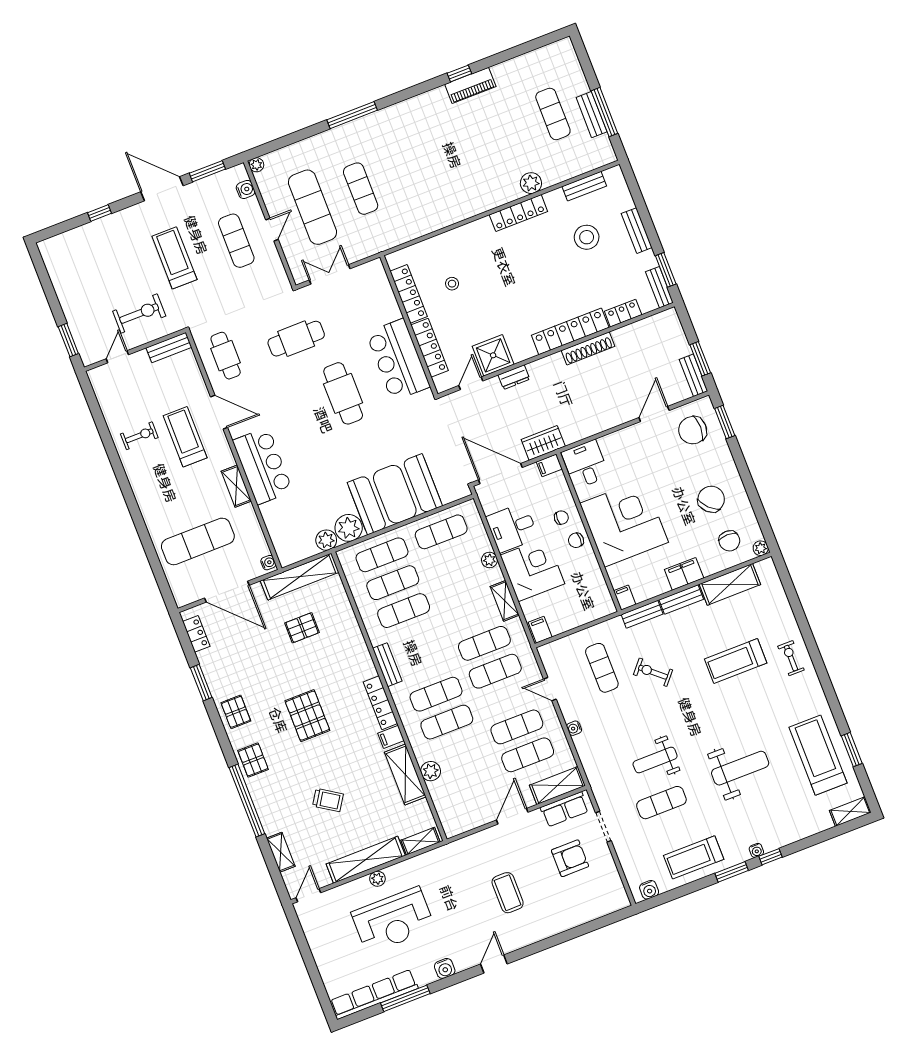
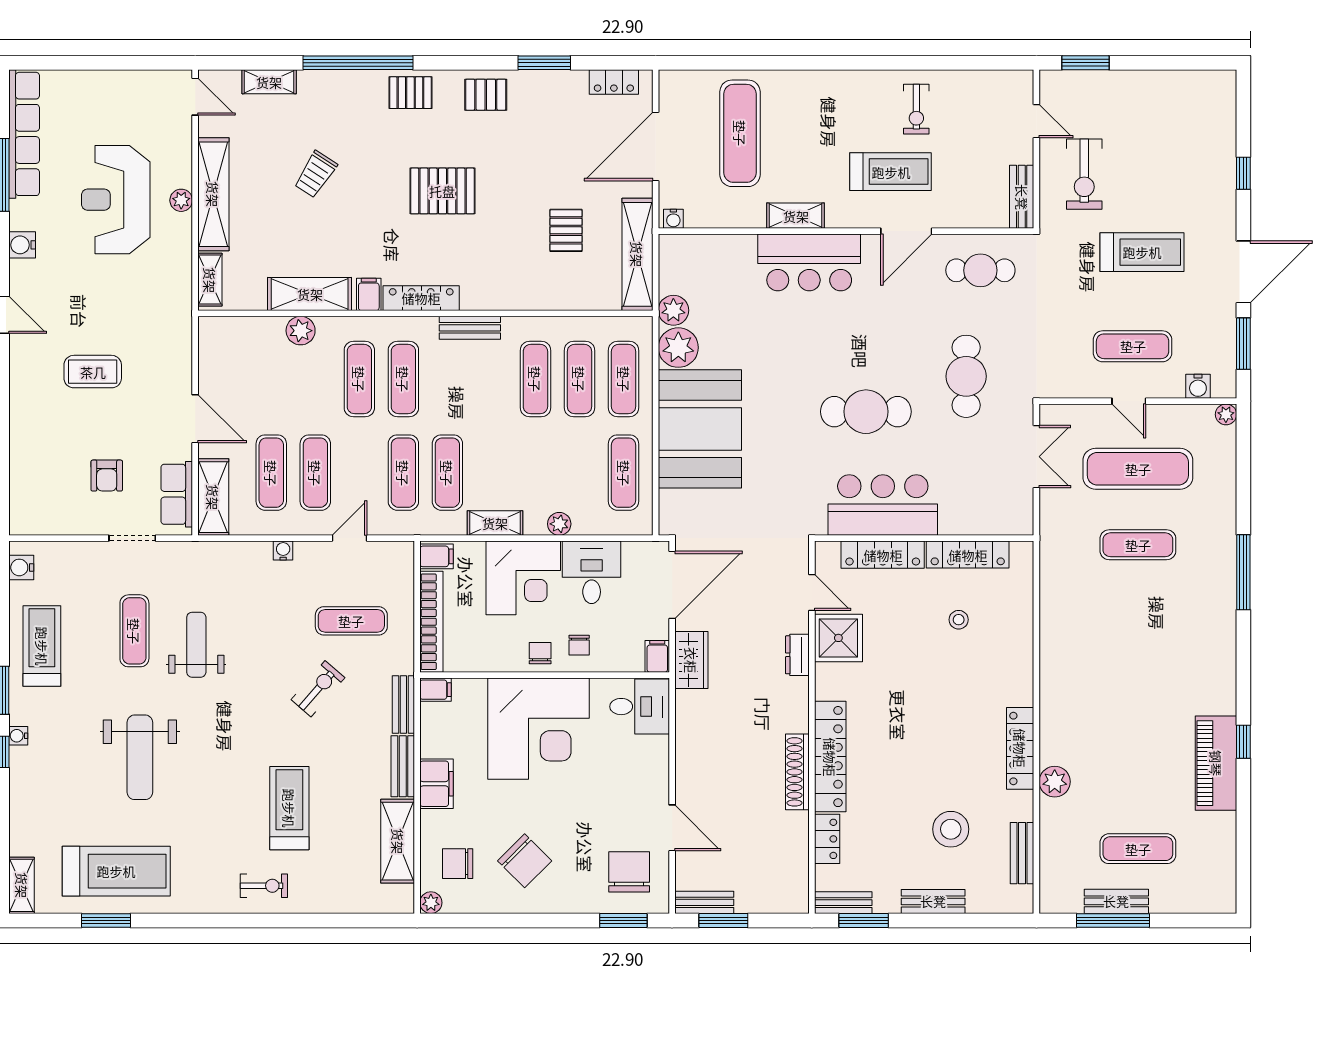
piano: (470, 85) -> (1216, 763), width x1.37, depth x1.33
bookcase: (583, 617) -> (431, 622), added
armchair: (570, 858) -> (107, 476), width x0.72, depth x0.72

